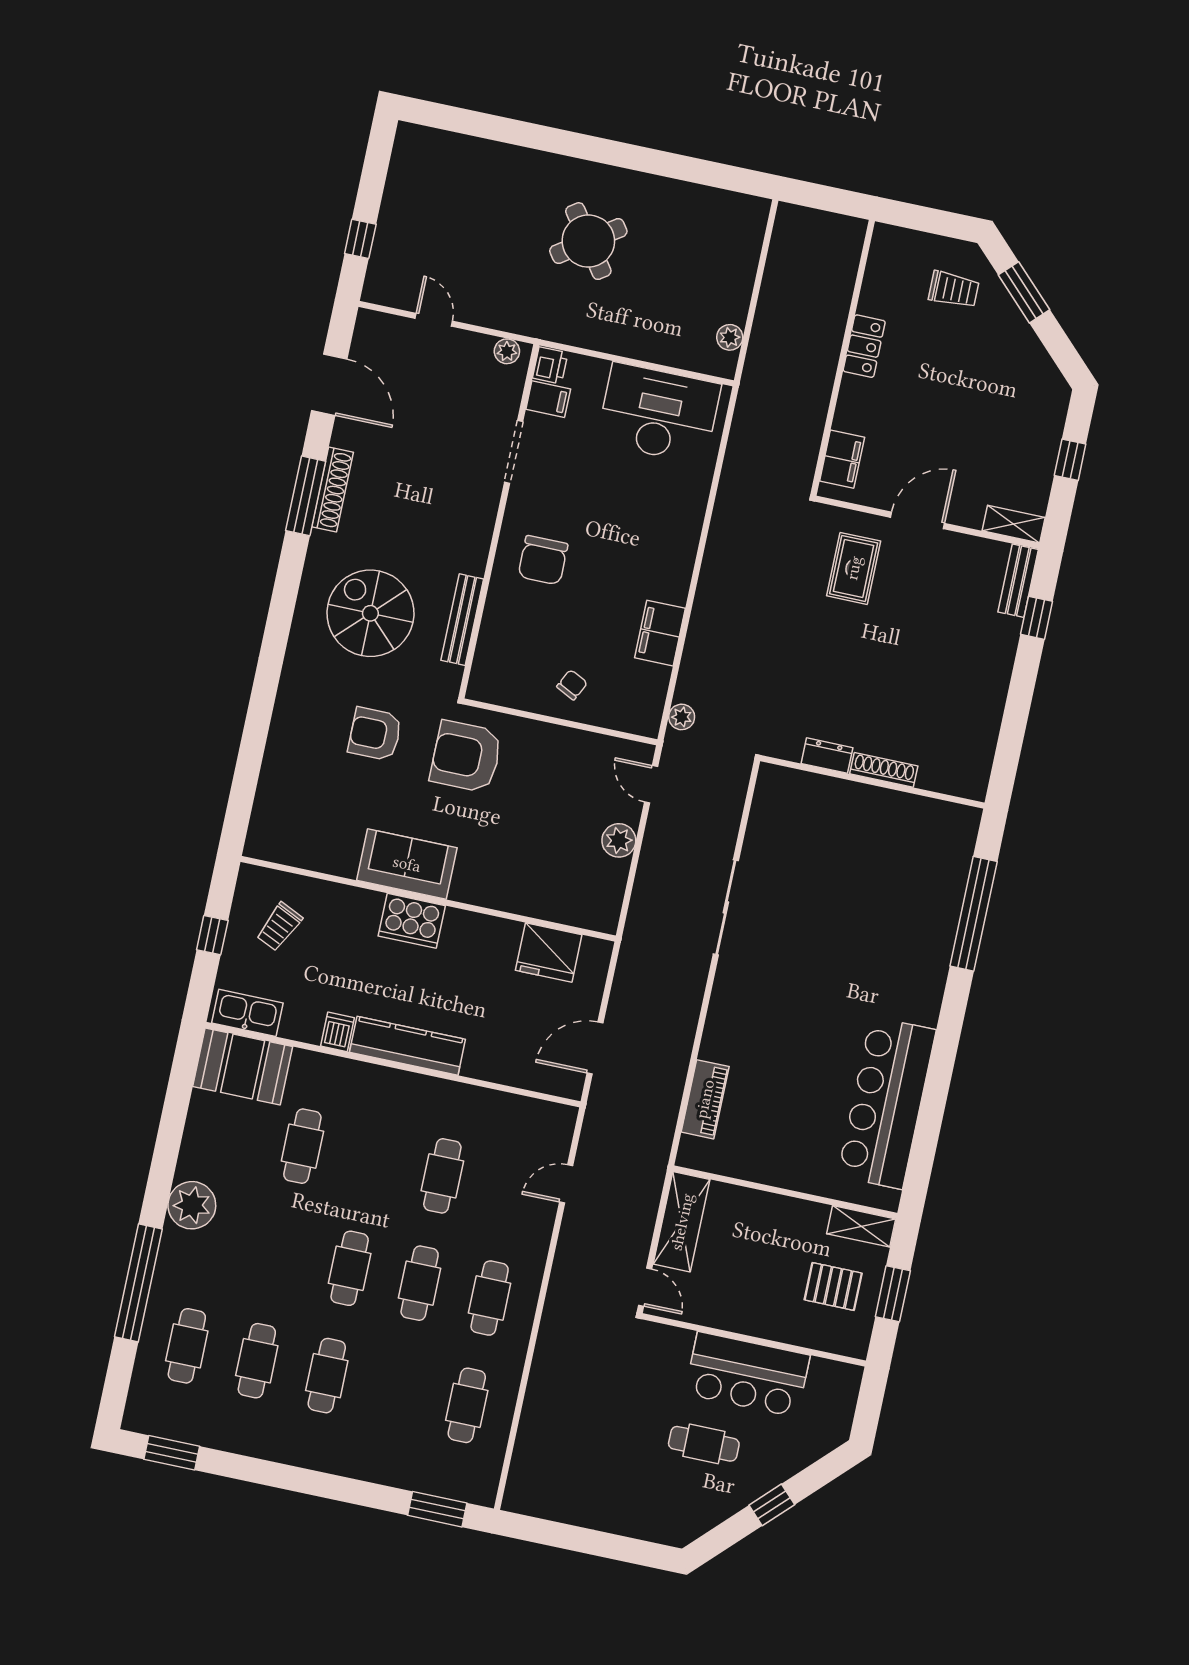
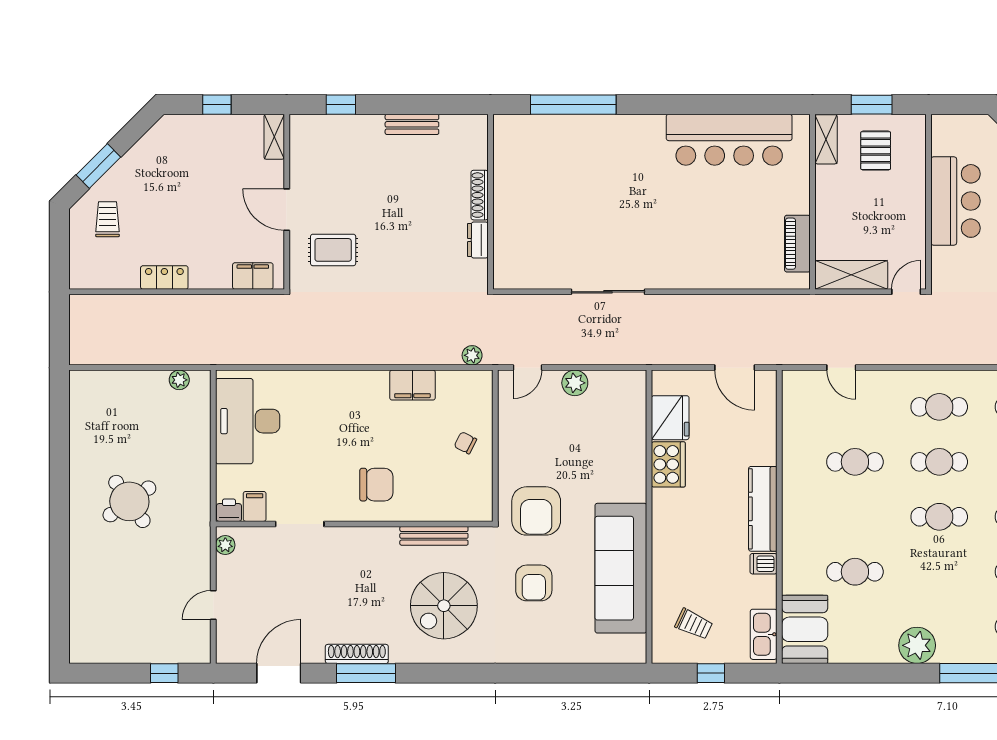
bench: (1018, 581) -> (412, 124), moved
sofa: (407, 864) -> (621, 568), width x1.85, depth x1.27
cooker: (412, 921) -> (668, 464), moved
piano: (705, 1099) -> (797, 244), moved, turned -90

